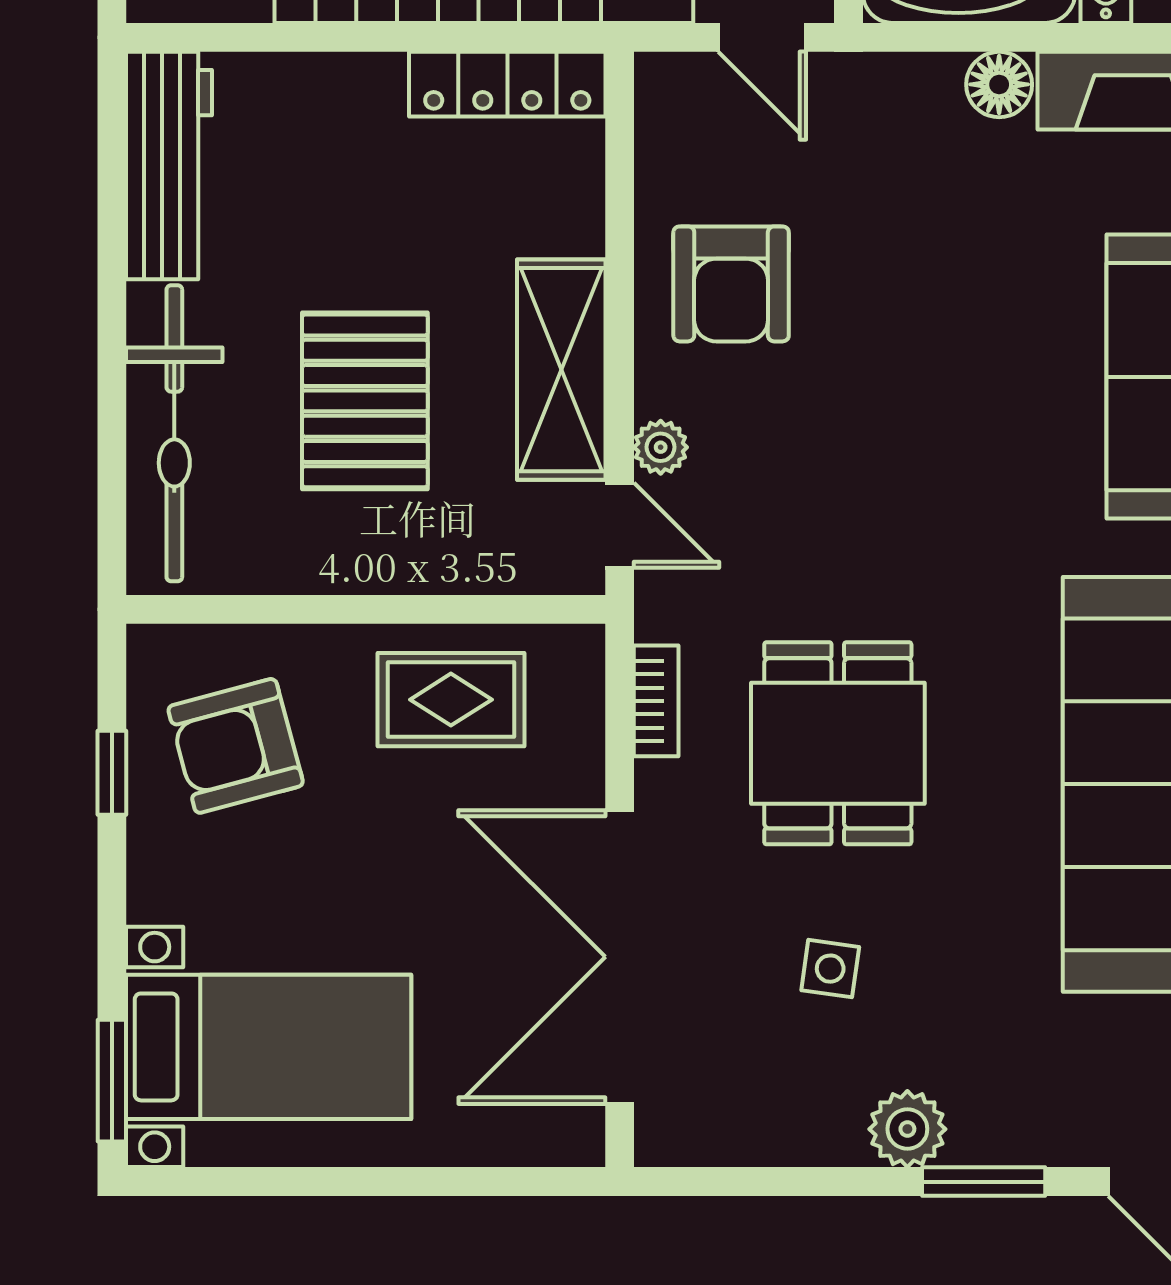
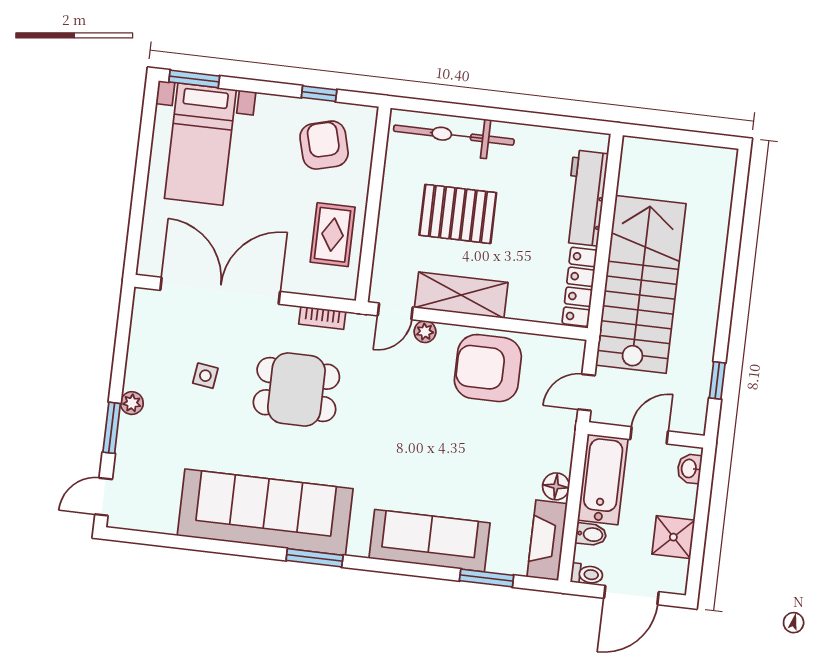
workbench: (169, 166) -> (586, 198), moved, turned 90
armchair: (731, 284) -> (488, 368), width x1.36, depth x1.36
plant: (907, 1129) -> (132, 403), width x0.73, depth x0.73

